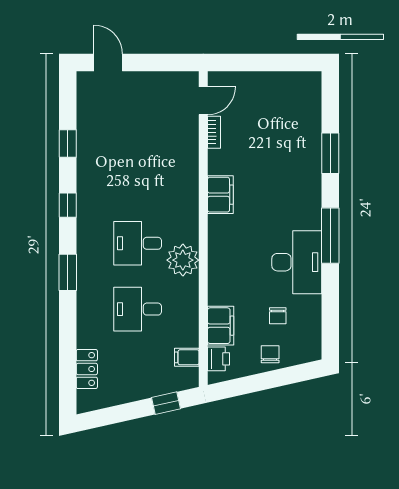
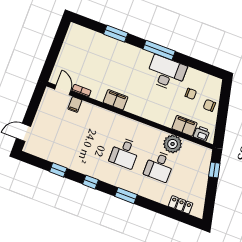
plant: (183, 260) -> (173, 144), moved
filing cabinet: (187, 357) -> (75, 104), moved

